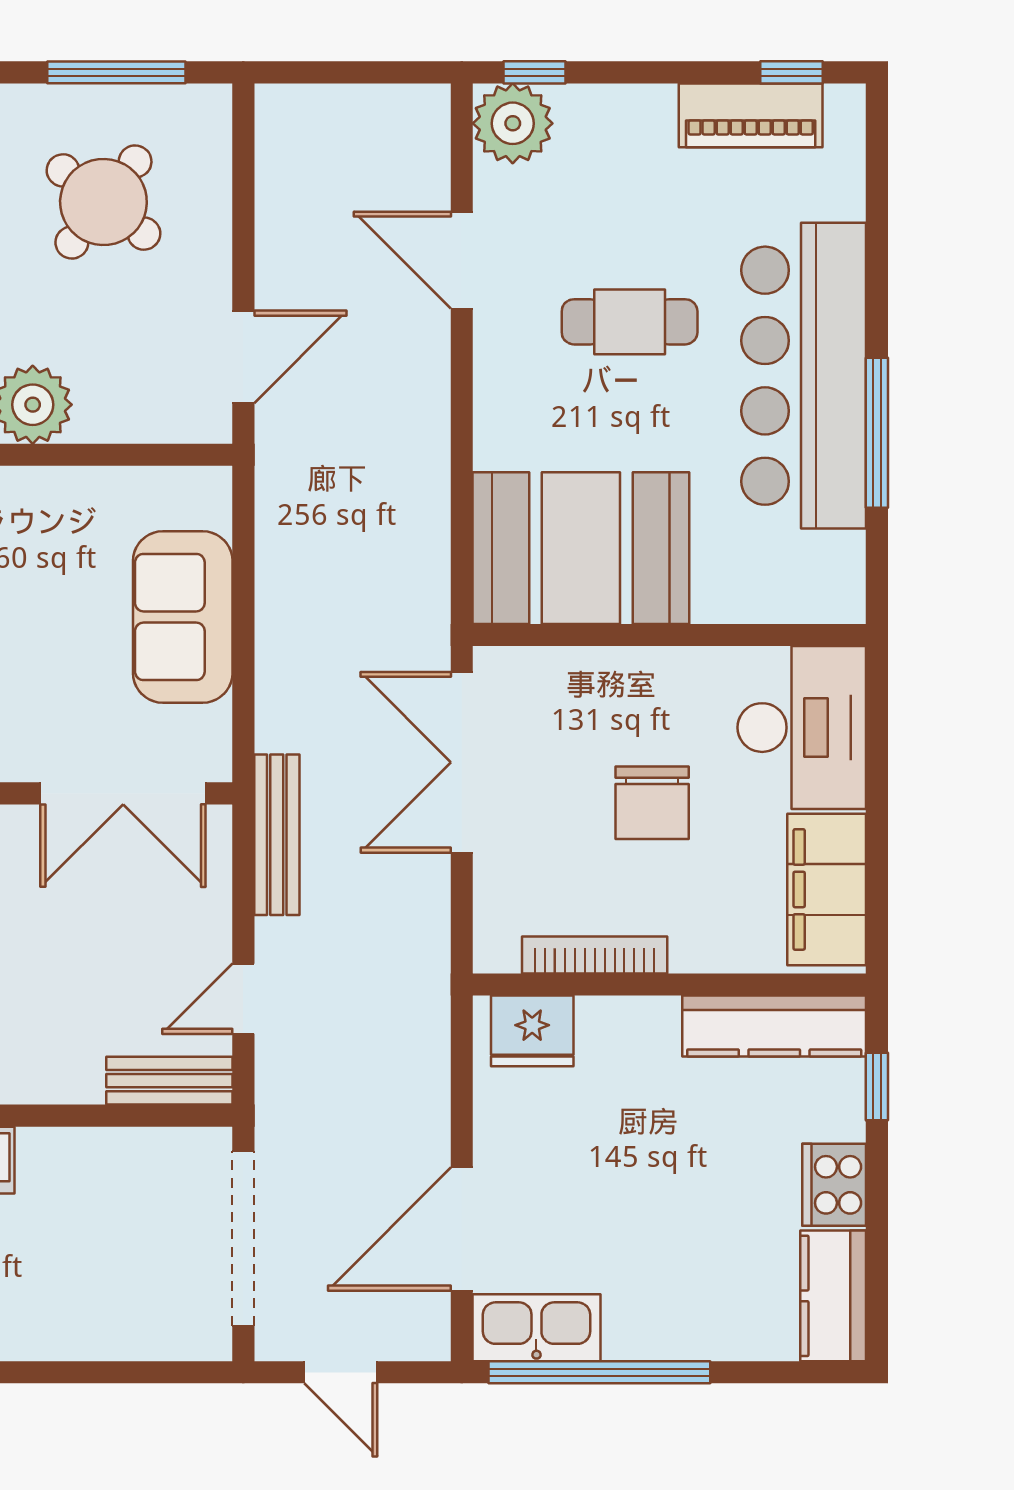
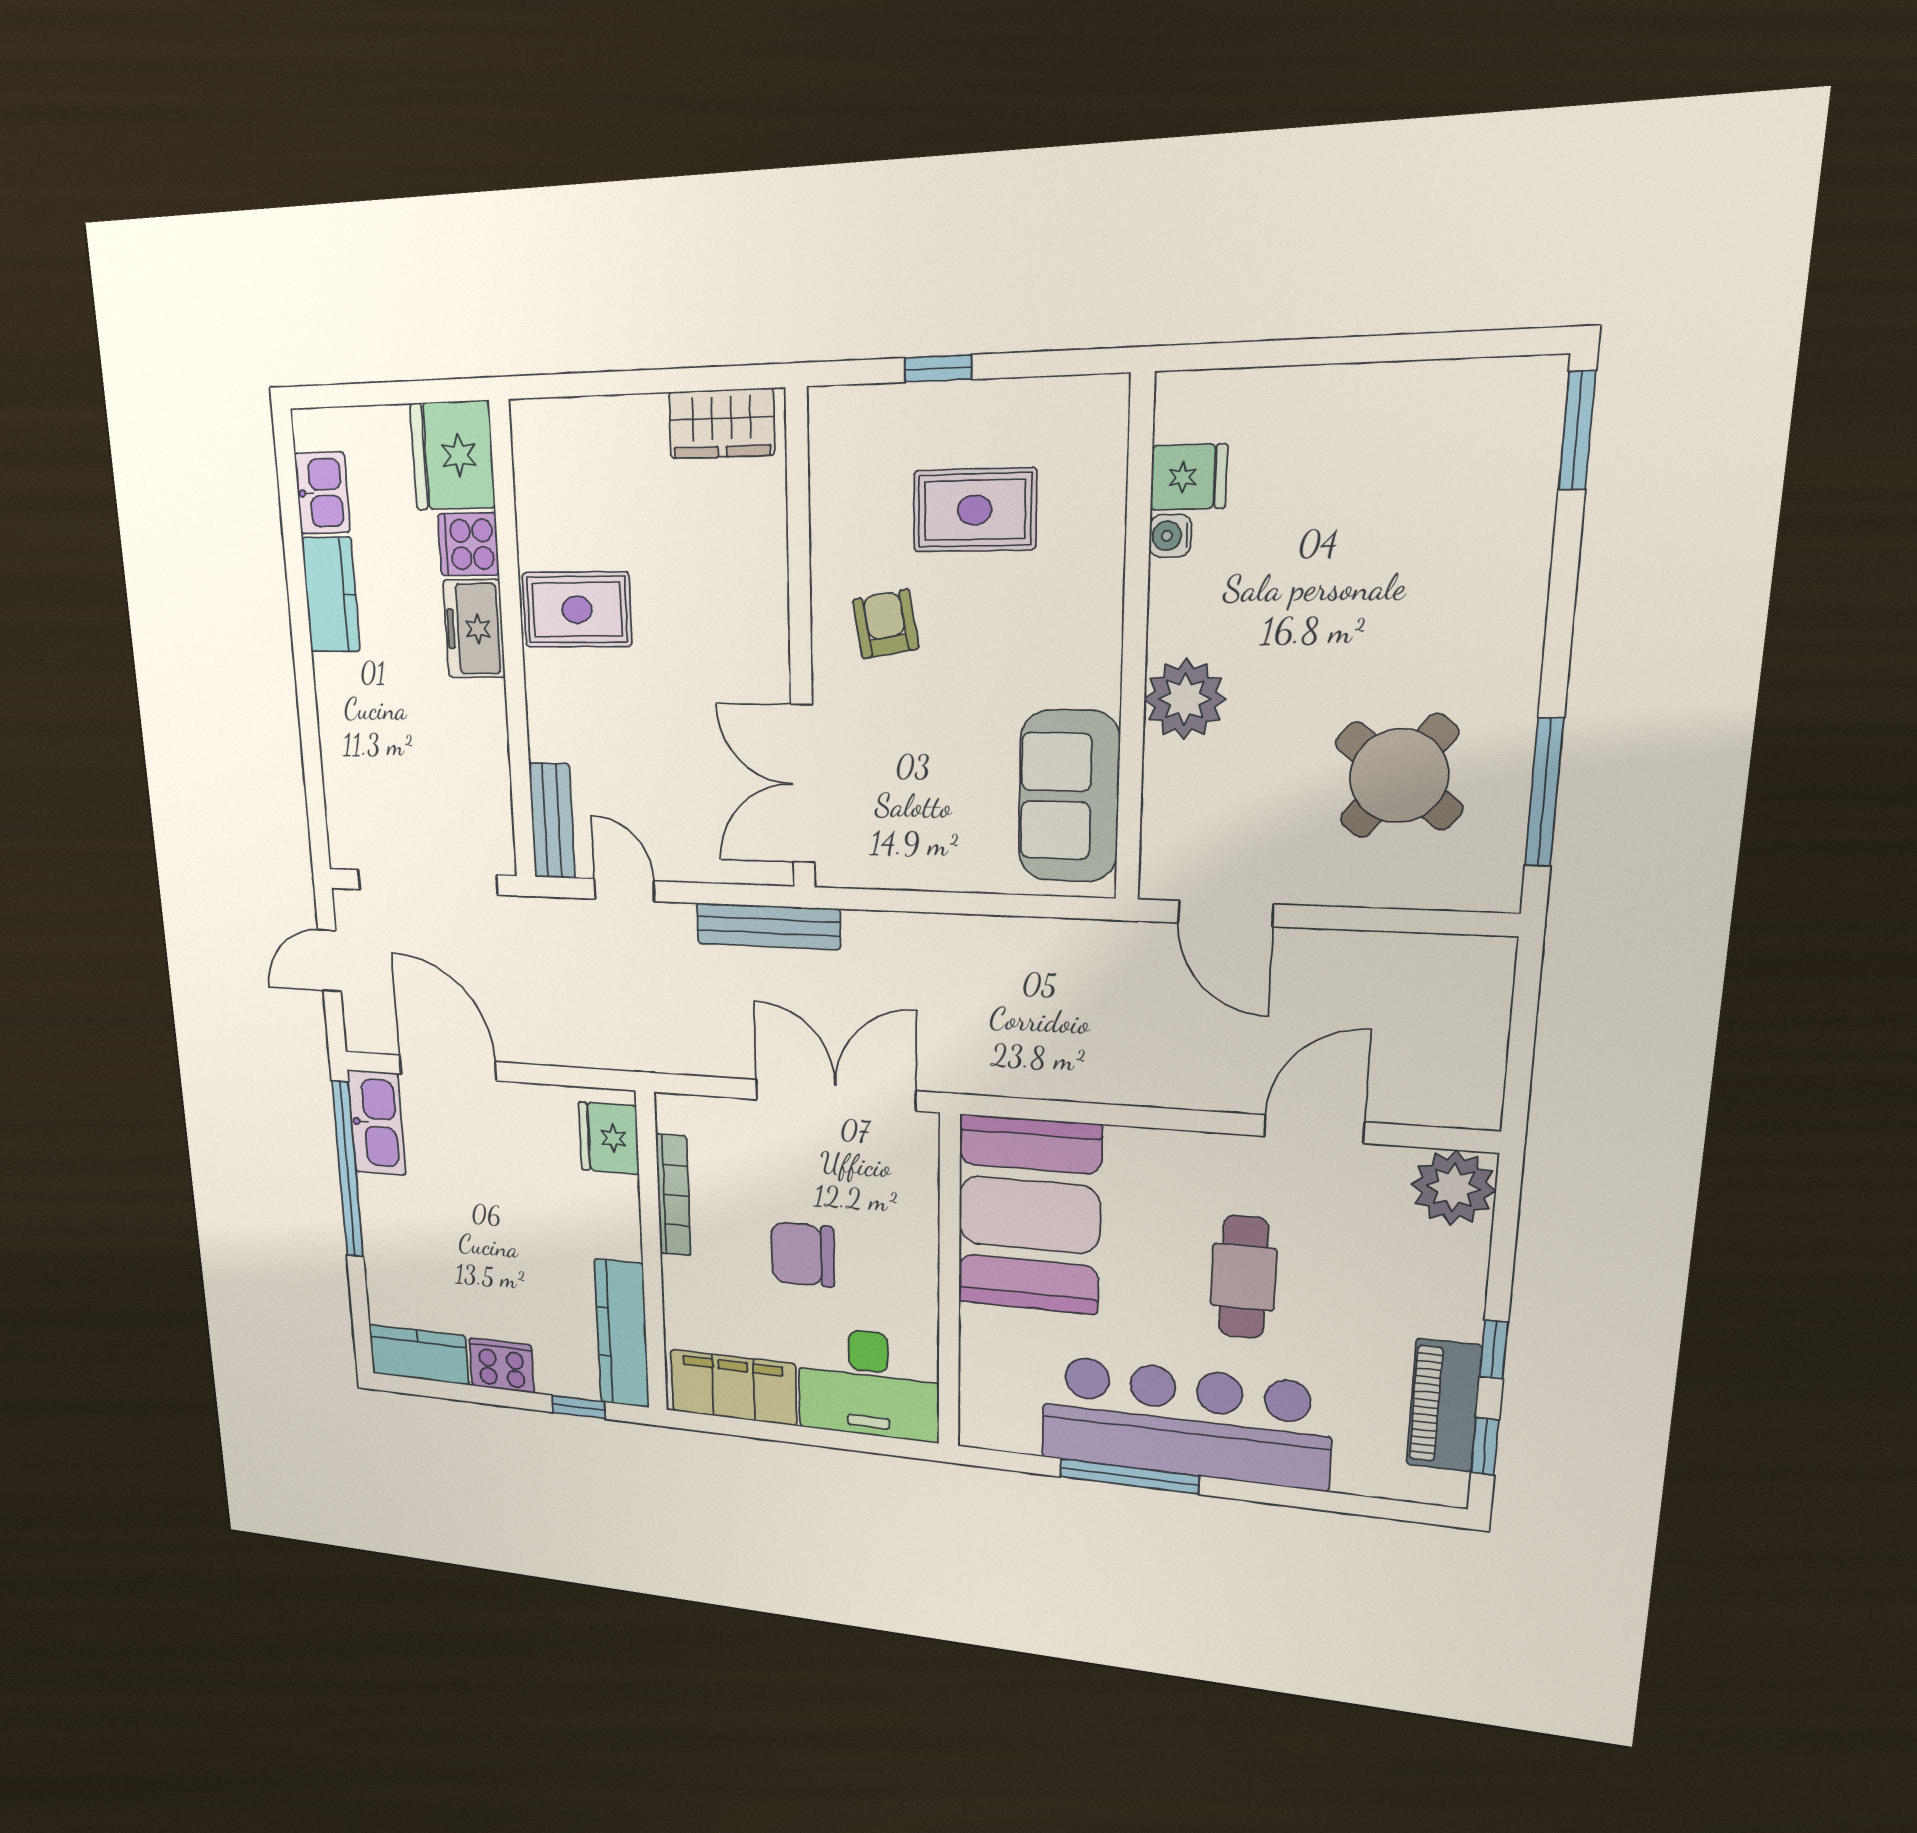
window: (534, 72) -> (1494, 1349), moved
sofa: (183, 617) -> (1069, 796), moved, turned -90

